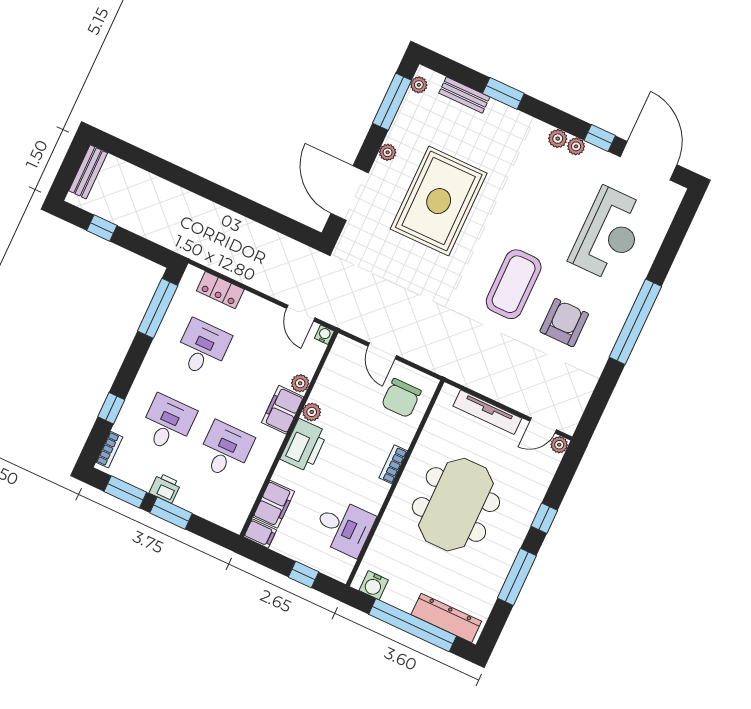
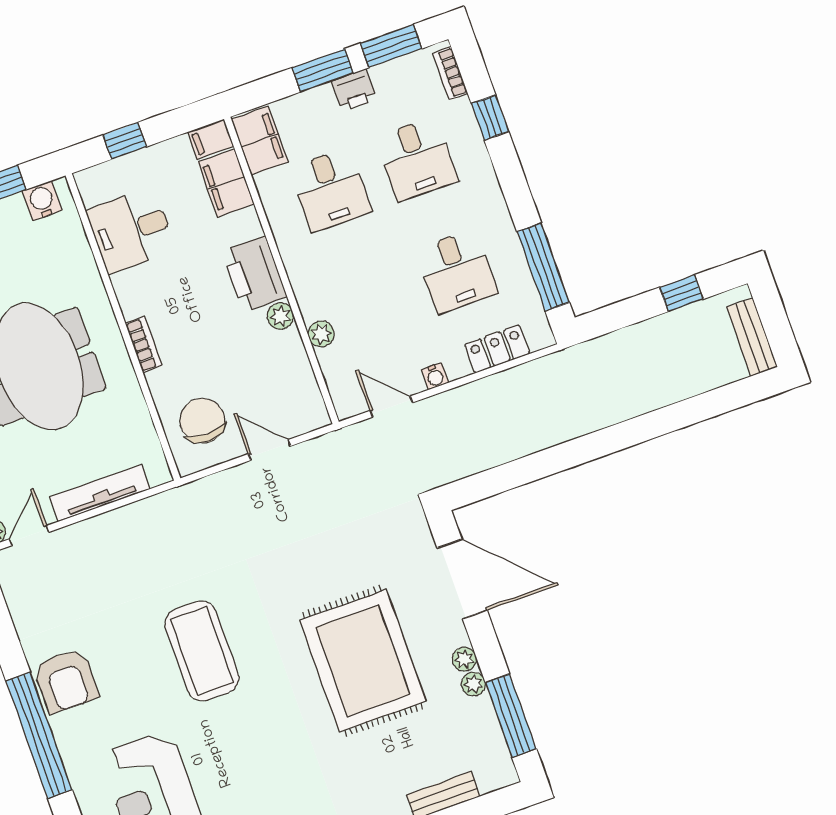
plant: (419, 85) -> (473, 684), moved
armchair: (564, 323) -> (66, 681), moved
water cooler: (324, 335) -> (435, 376), moved
filing cabinet: (283, 410) -> (260, 141), moved

